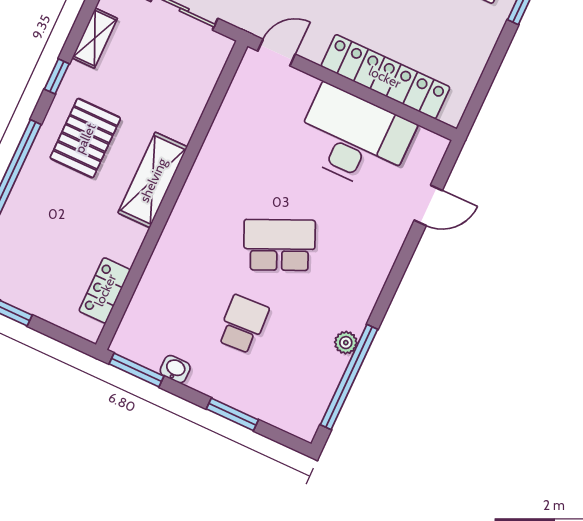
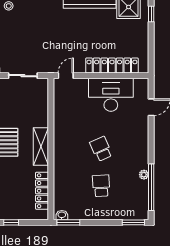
school desk: (279, 245) -> (101, 149), width x0.54
locker: (105, 290) -> (42, 191), width x1.53
washbasin: (175, 369) -> (62, 215), moved
window: (232, 414) -> (133, 222), moved

